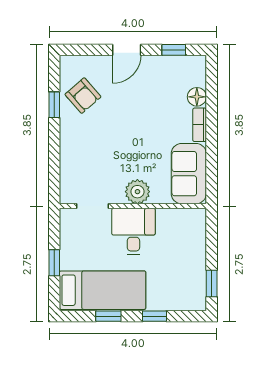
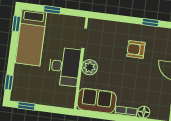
armchair: (83, 96) -> (136, 49), moved, turned 41
desk: (133, 231) -> (64, 67), width x1.37
window: (108, 316) -> (16, 24), moved
window: (155, 316) -> (9, 82), moved

